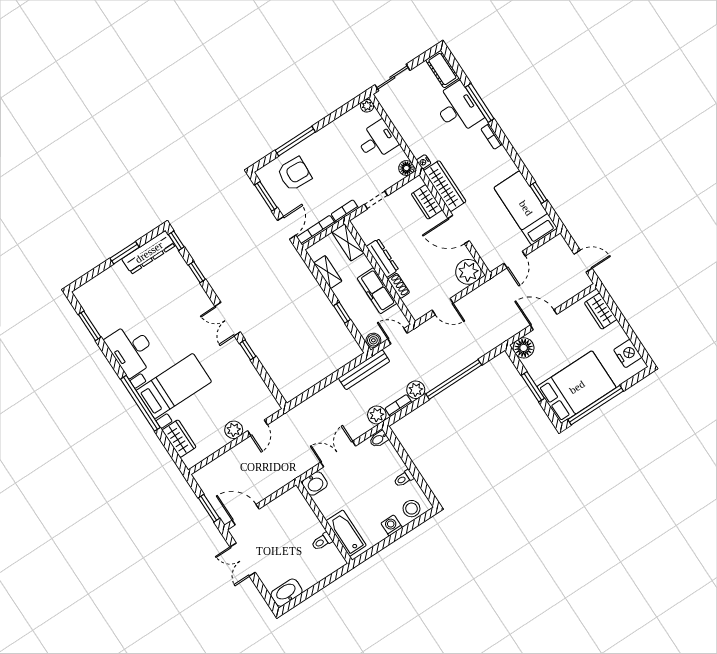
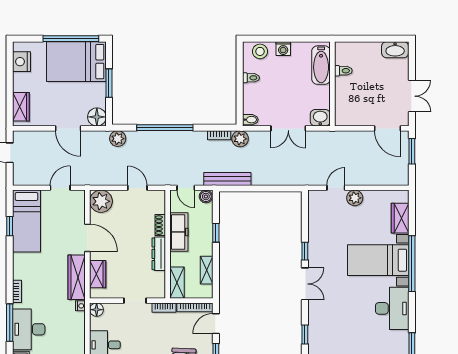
plant: (416, 390) -> (118, 139), moved

